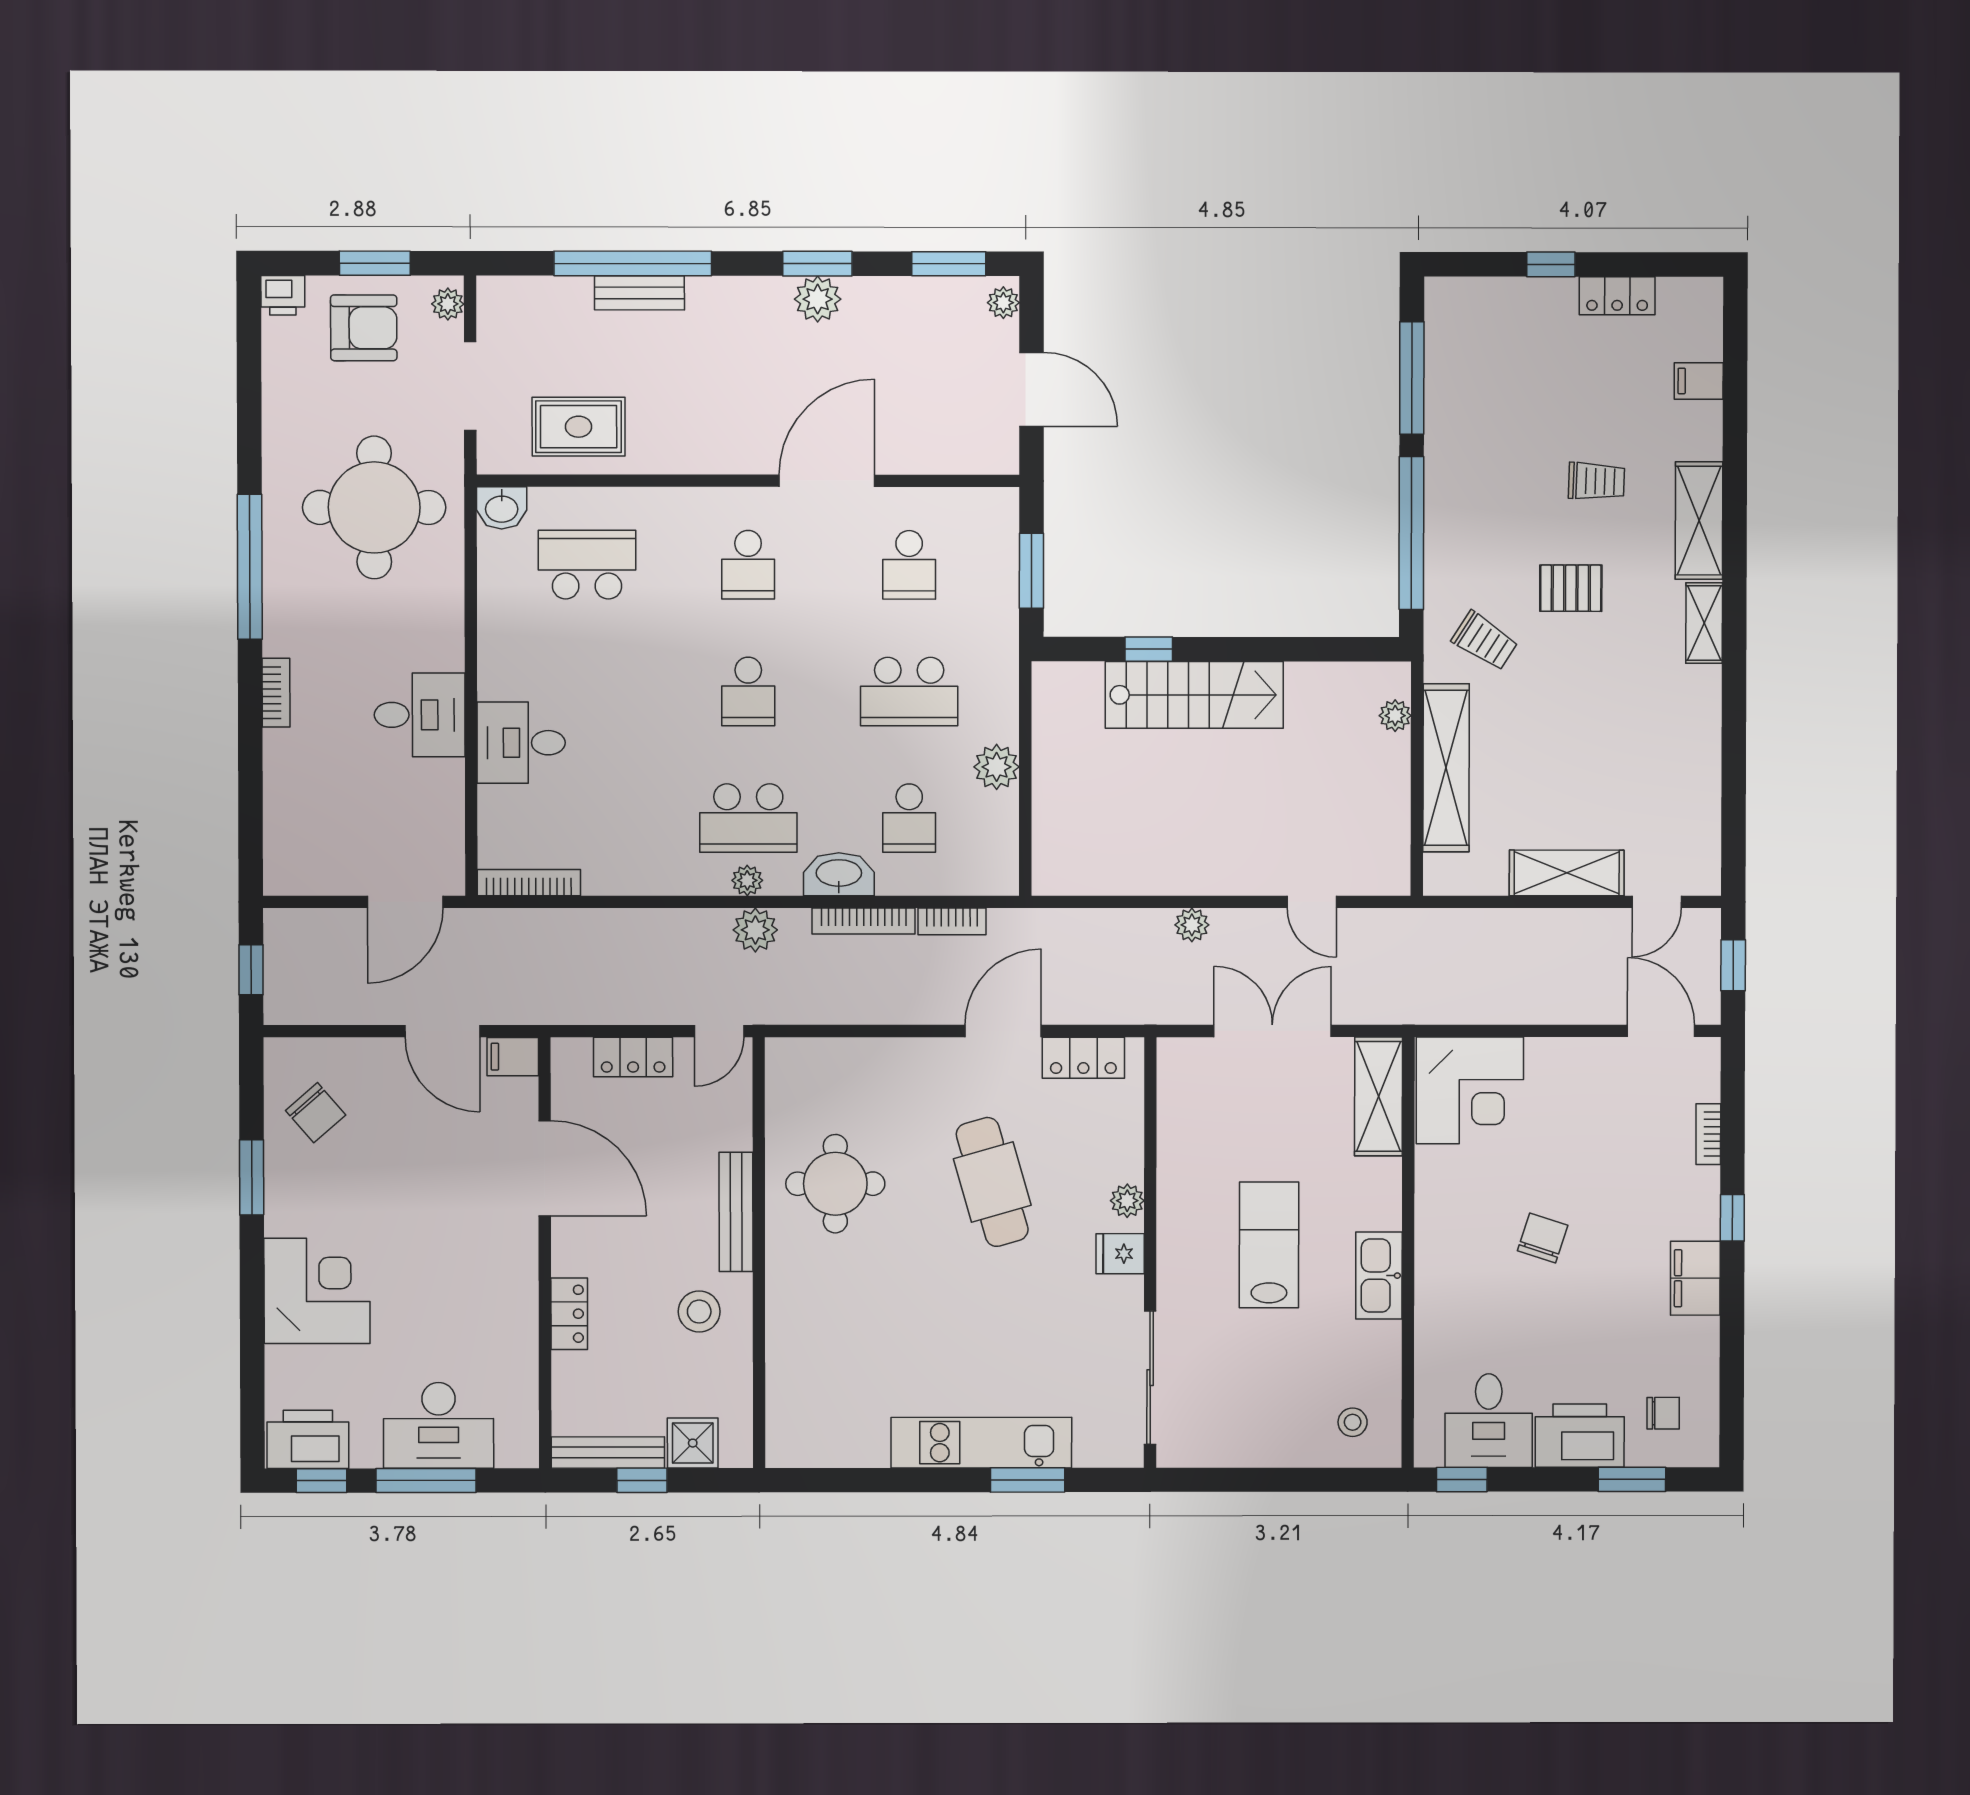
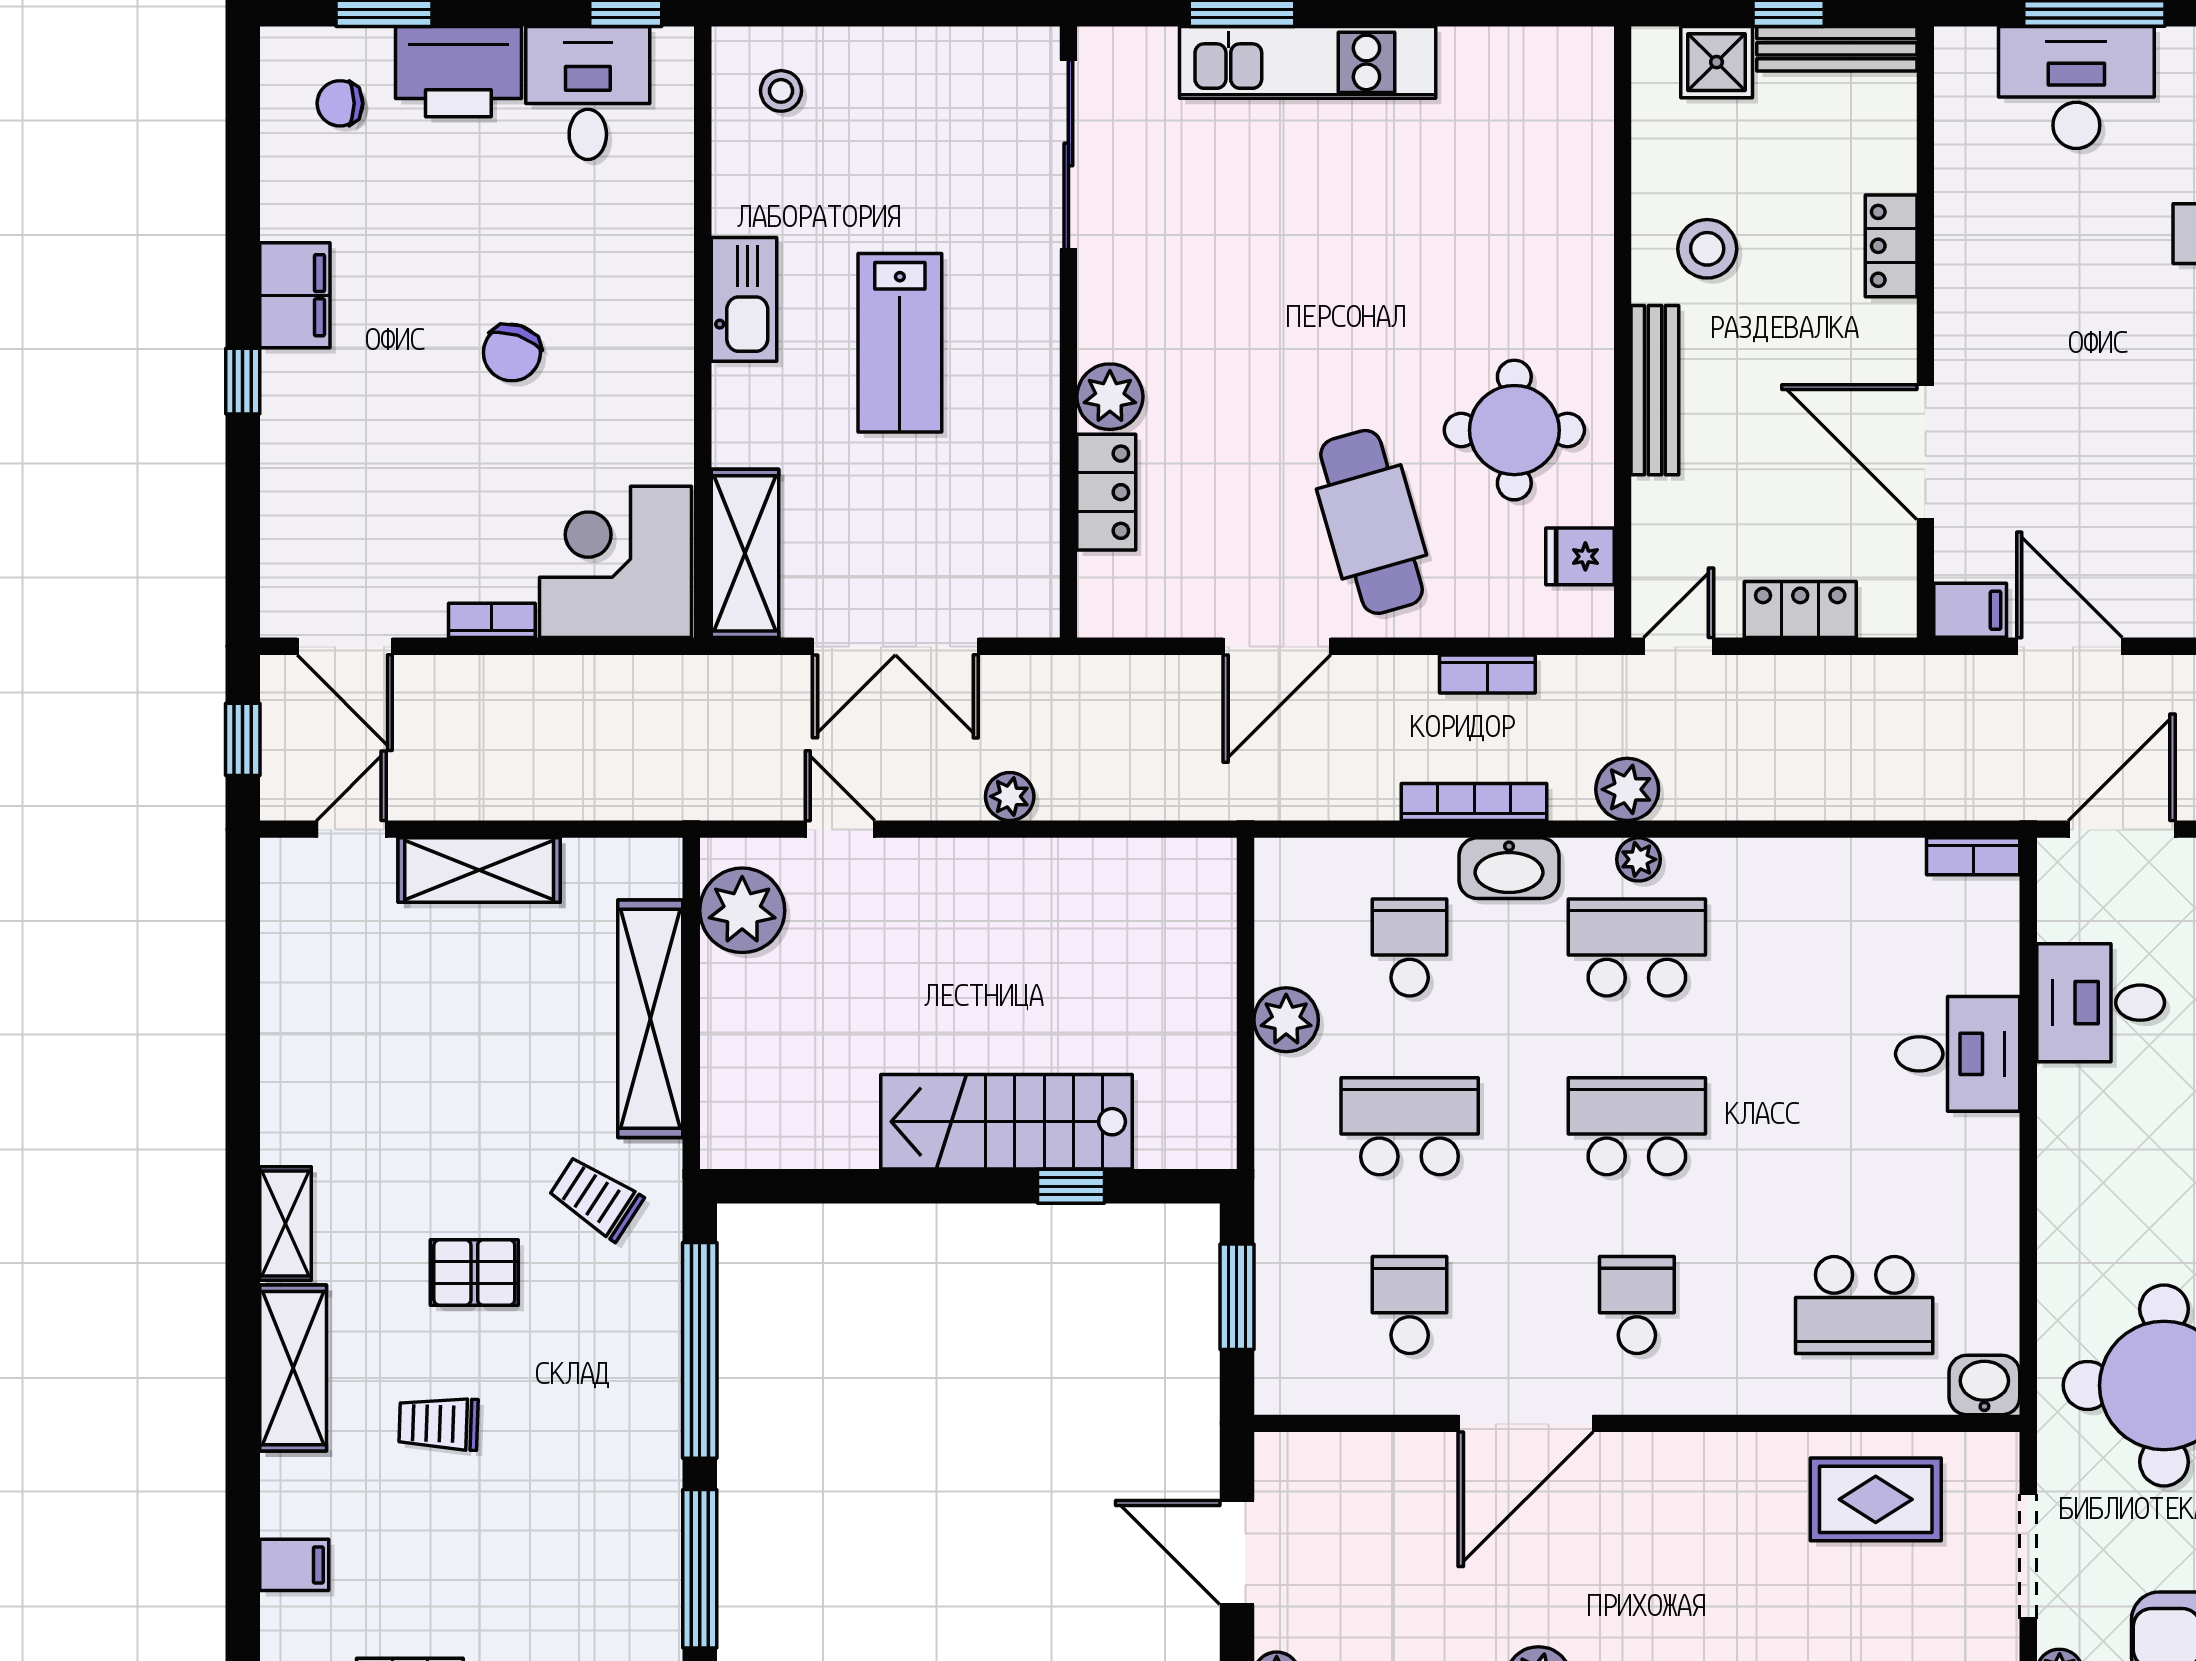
school desk: (748, 691) -> (1637, 1126), width x1.85
desk: (420, 715) -> (2101, 1003), moved
plant: (1395, 716) -> (742, 910), moved, width x1.87, depth x1.87
bookcase: (529, 883) -> (1973, 856), width x0.64
bookcase: (952, 921) -> (1487, 674), moved, turned 180
locker: (1083, 1058) -> (1106, 492), moved, turned 90
bookcase: (1708, 1134) -> (492, 620), moved, turned -90
cafe table: (992, 1182) -> (1372, 522), moved
plant: (1127, 1201) -> (1110, 397), width x1.38, depth x1.38
fridge: (1120, 1254) -> (1580, 556), moved, turned 180

